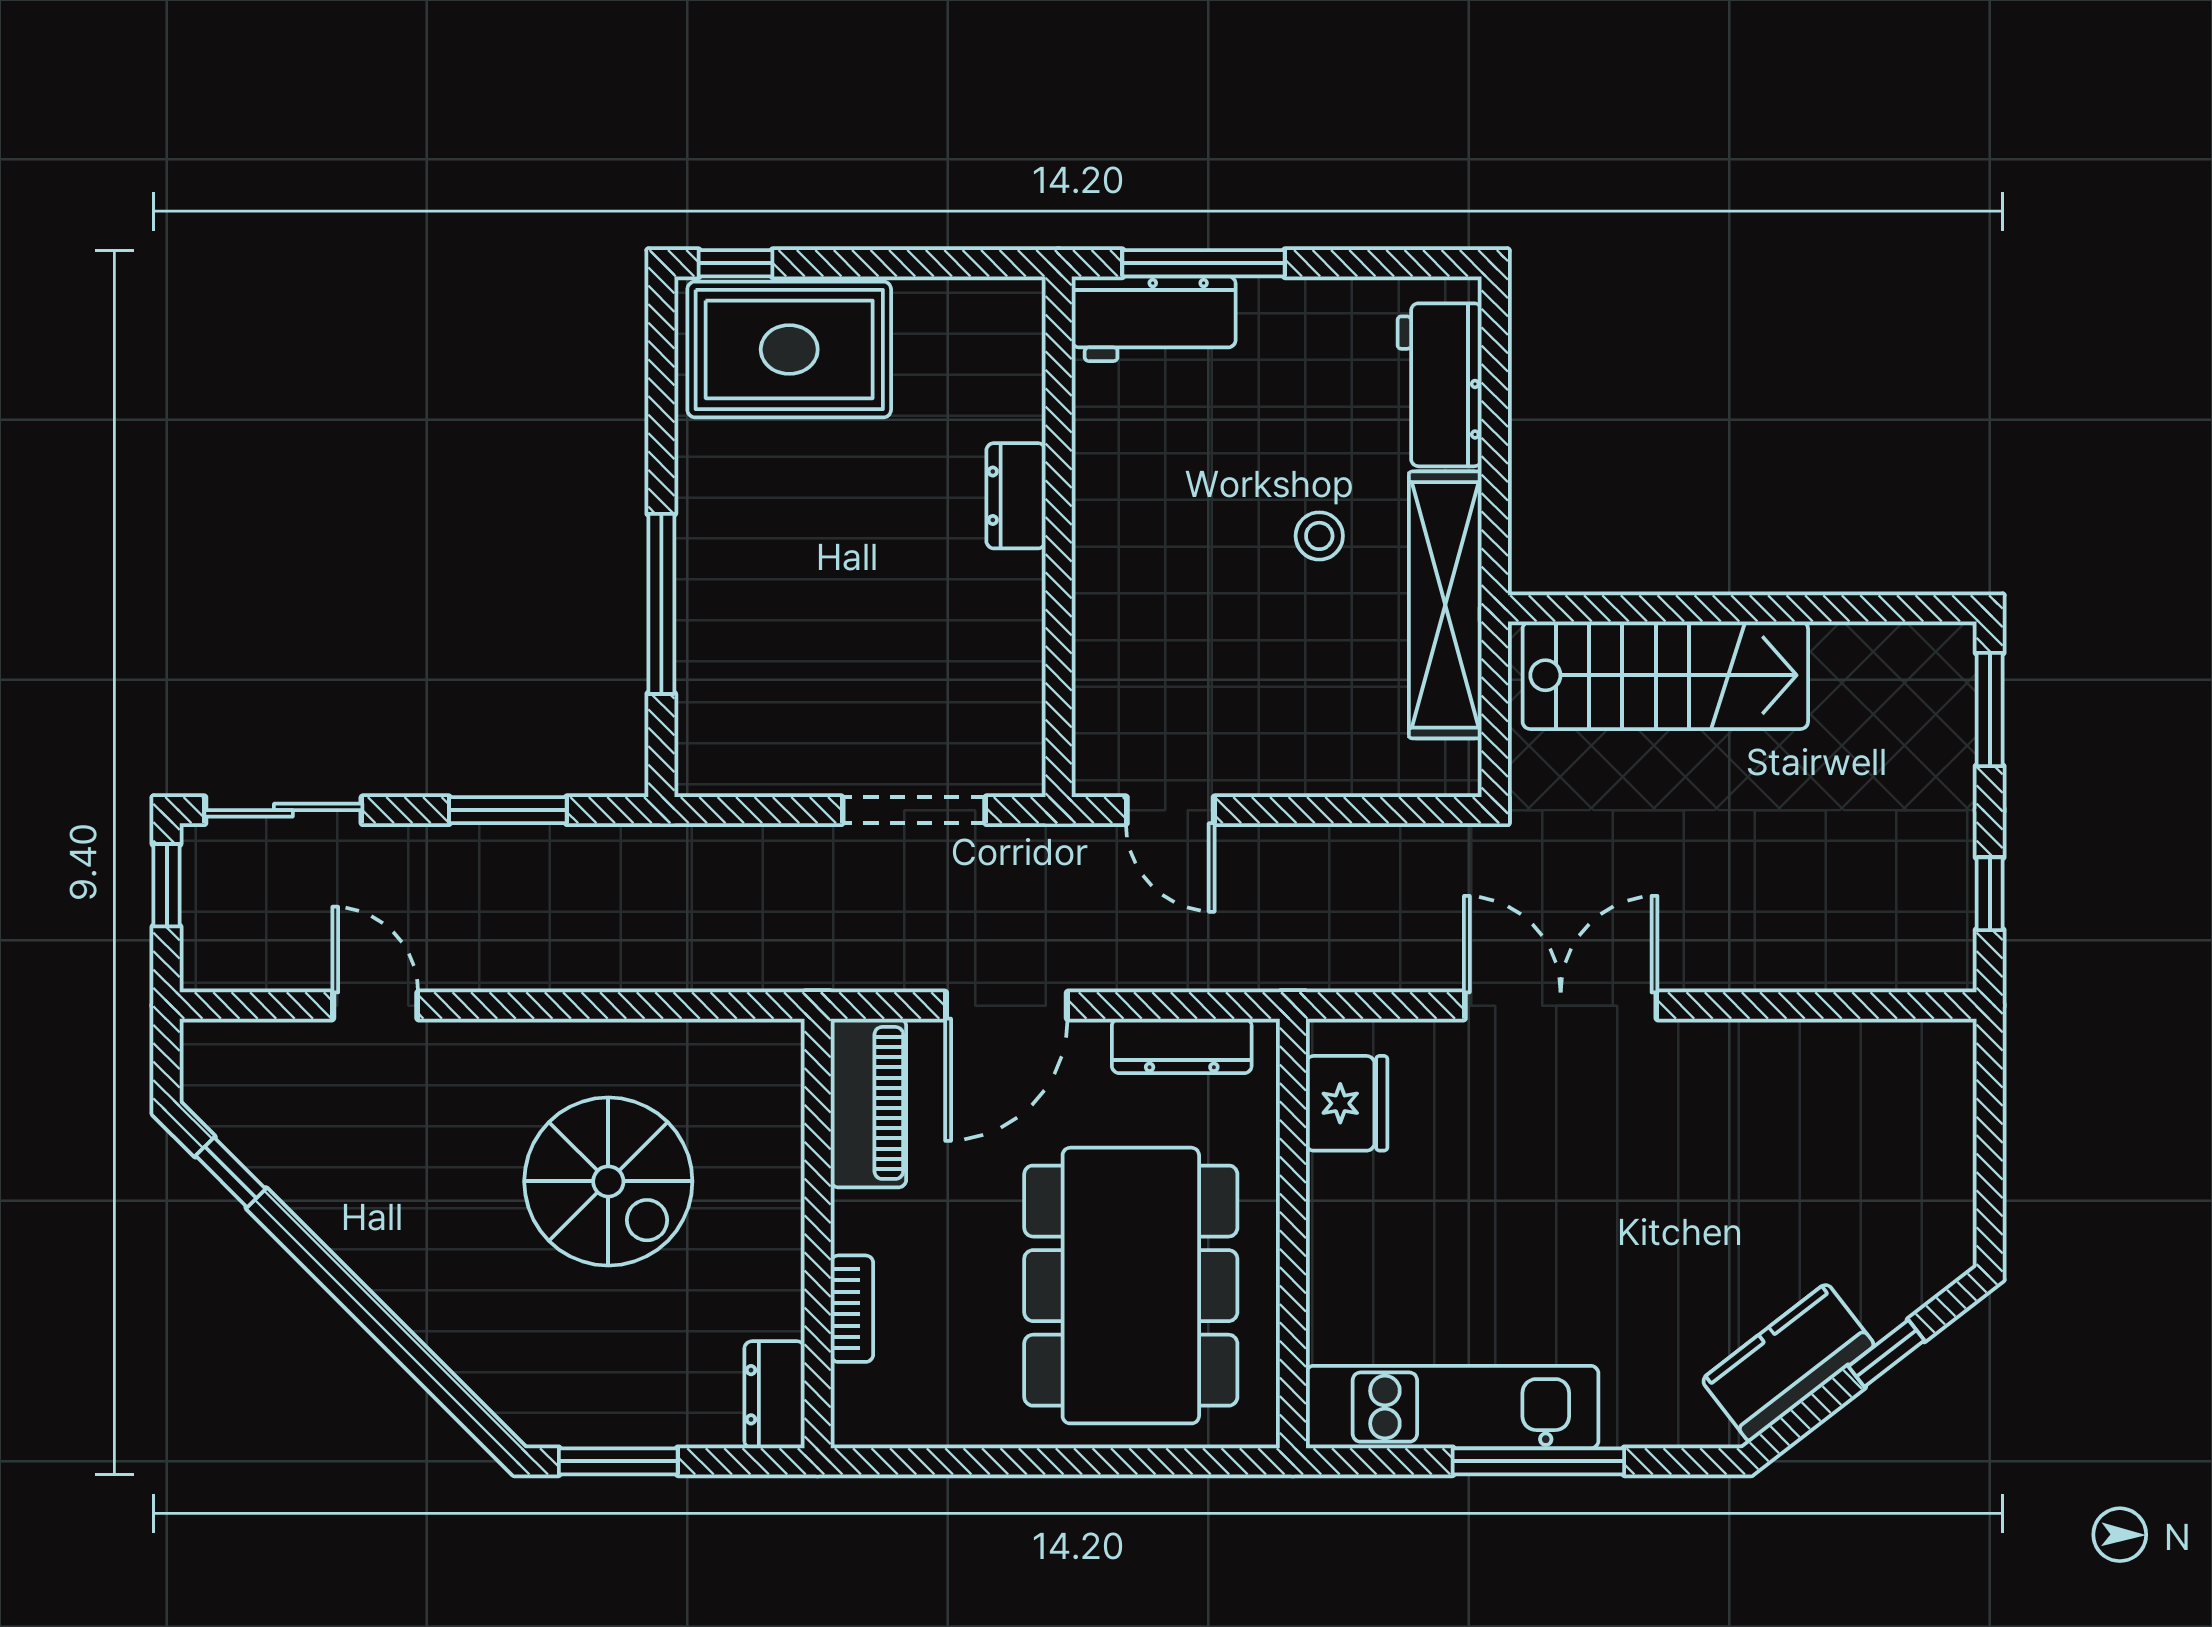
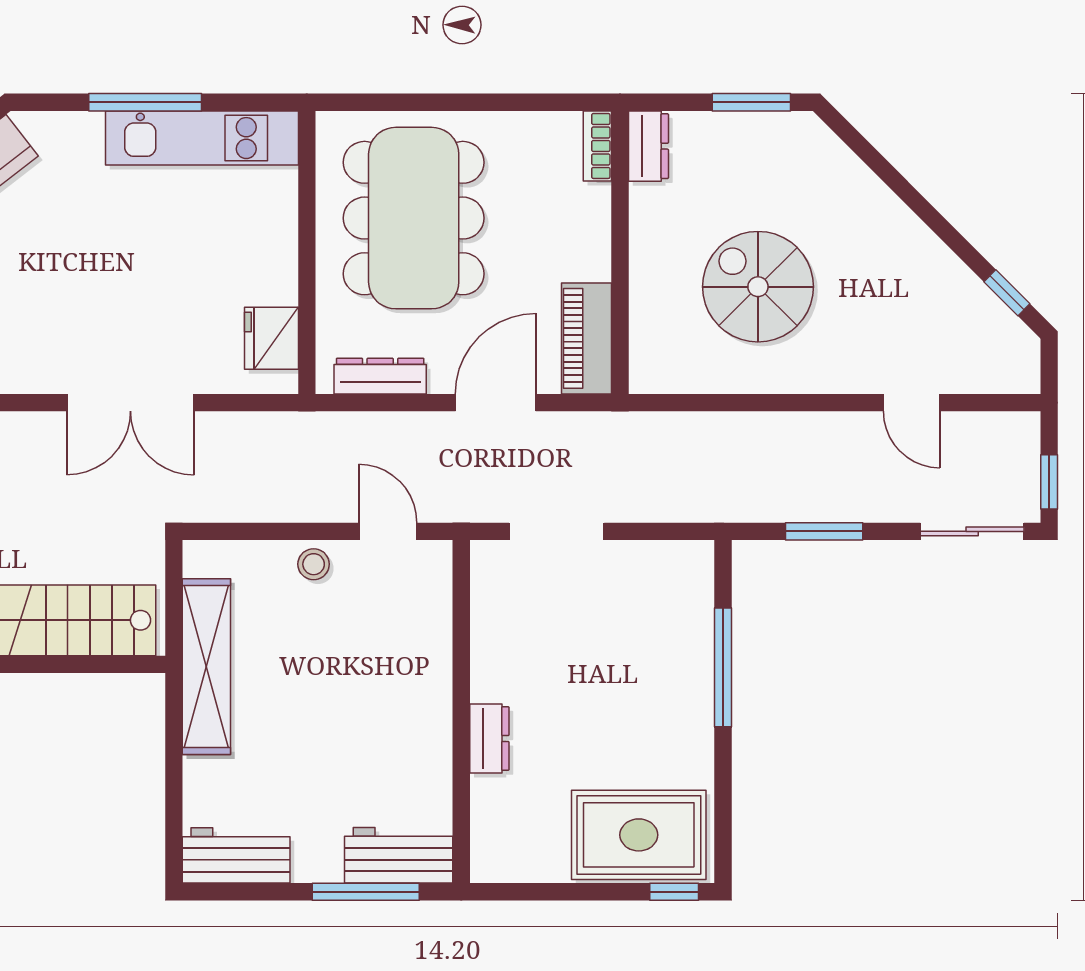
workbench: (1440, 385) -> (236, 855), moved, turned -90
stool: (1319, 536) -> (314, 564), moved
bookcase: (852, 1309) -> (597, 146), moved

